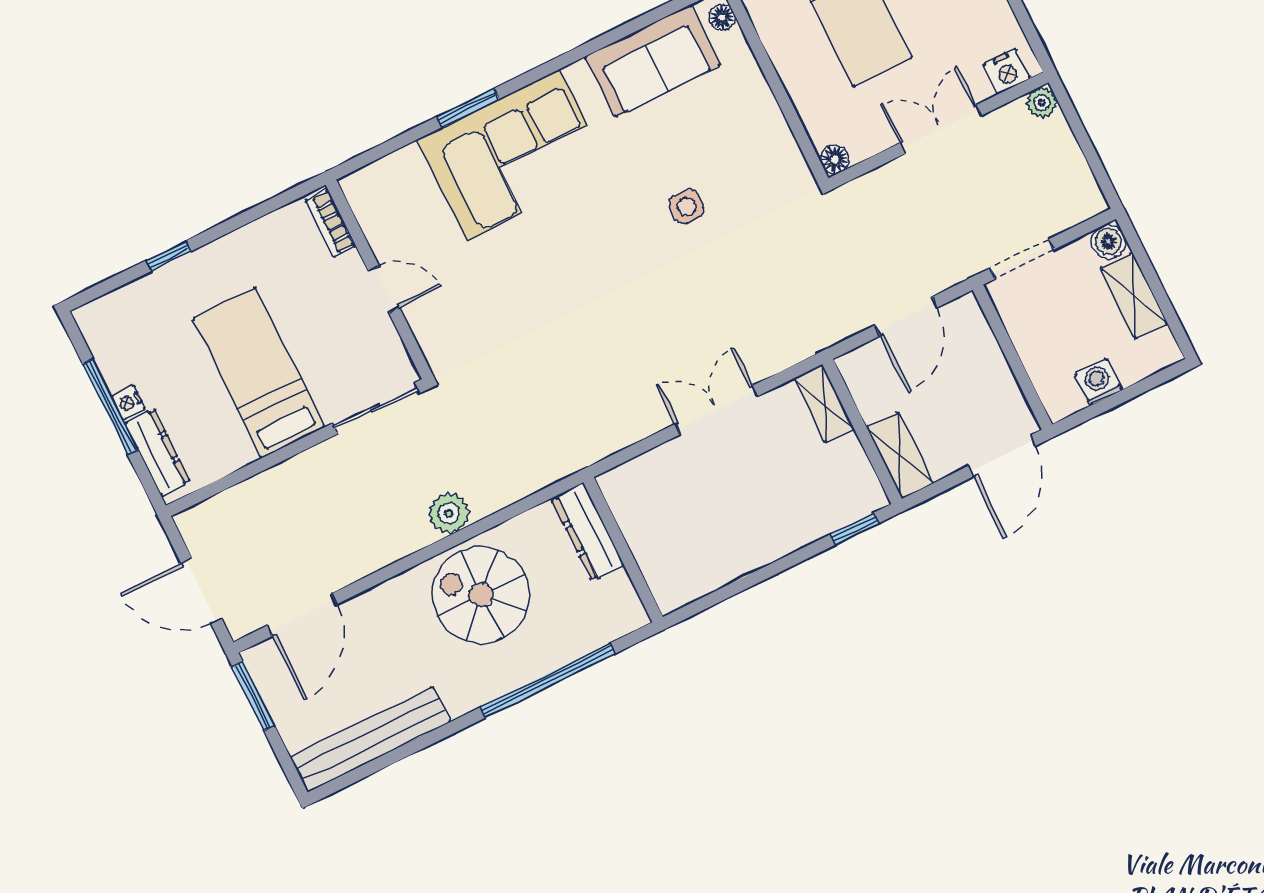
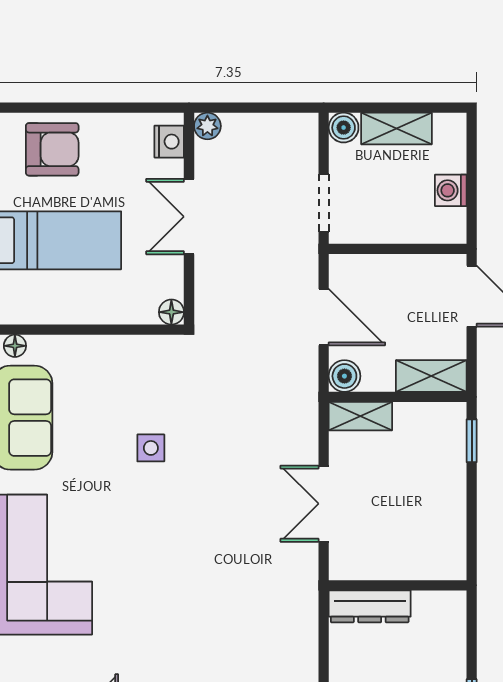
boiler: (857, 367) -> (344, 376), added
dresser: (588, 532) -> (370, 606), moved
wall: (623, 550) -> (398, 585), moved

